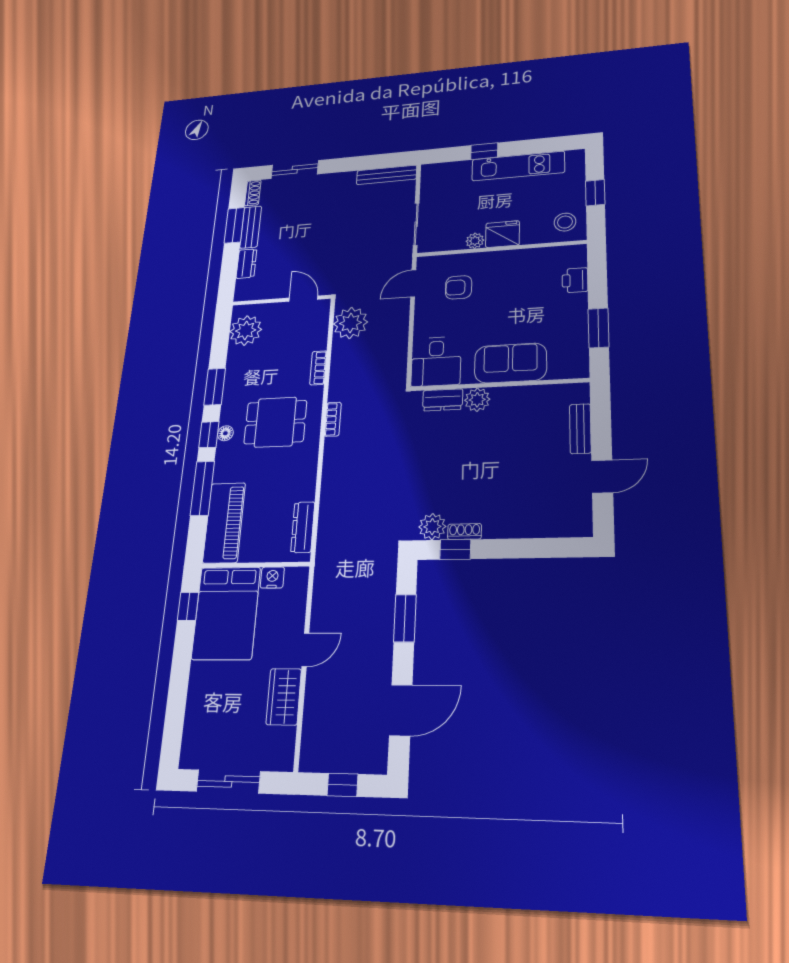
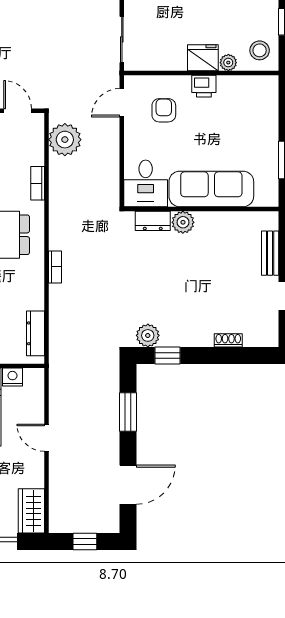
plant: (475, 241) -> (228, 63), moved
printer: (575, 280) -> (204, 86), moved, turned -90
armchair: (459, 287) -> (164, 110), turned 90
sofa: (510, 363) -> (211, 189), width x1.36
bookcase: (333, 419) -> (55, 267), moved
shoe rack: (465, 532) -> (228, 340), moved
door: (305, 650) -> (46, 438), swing flipped
wardrobe: (284, 697) -> (31, 511), moved

